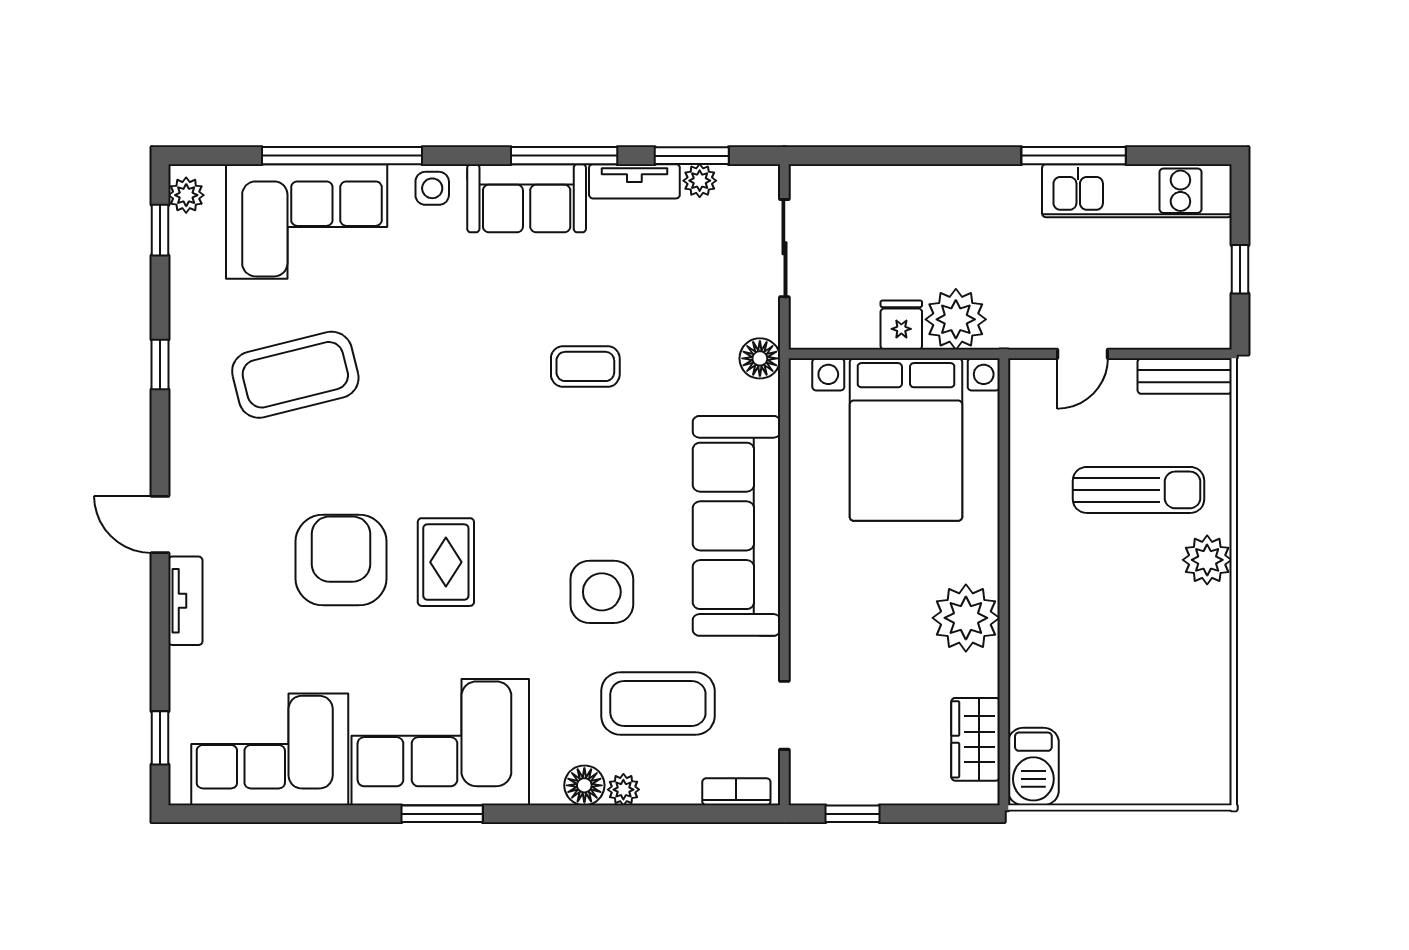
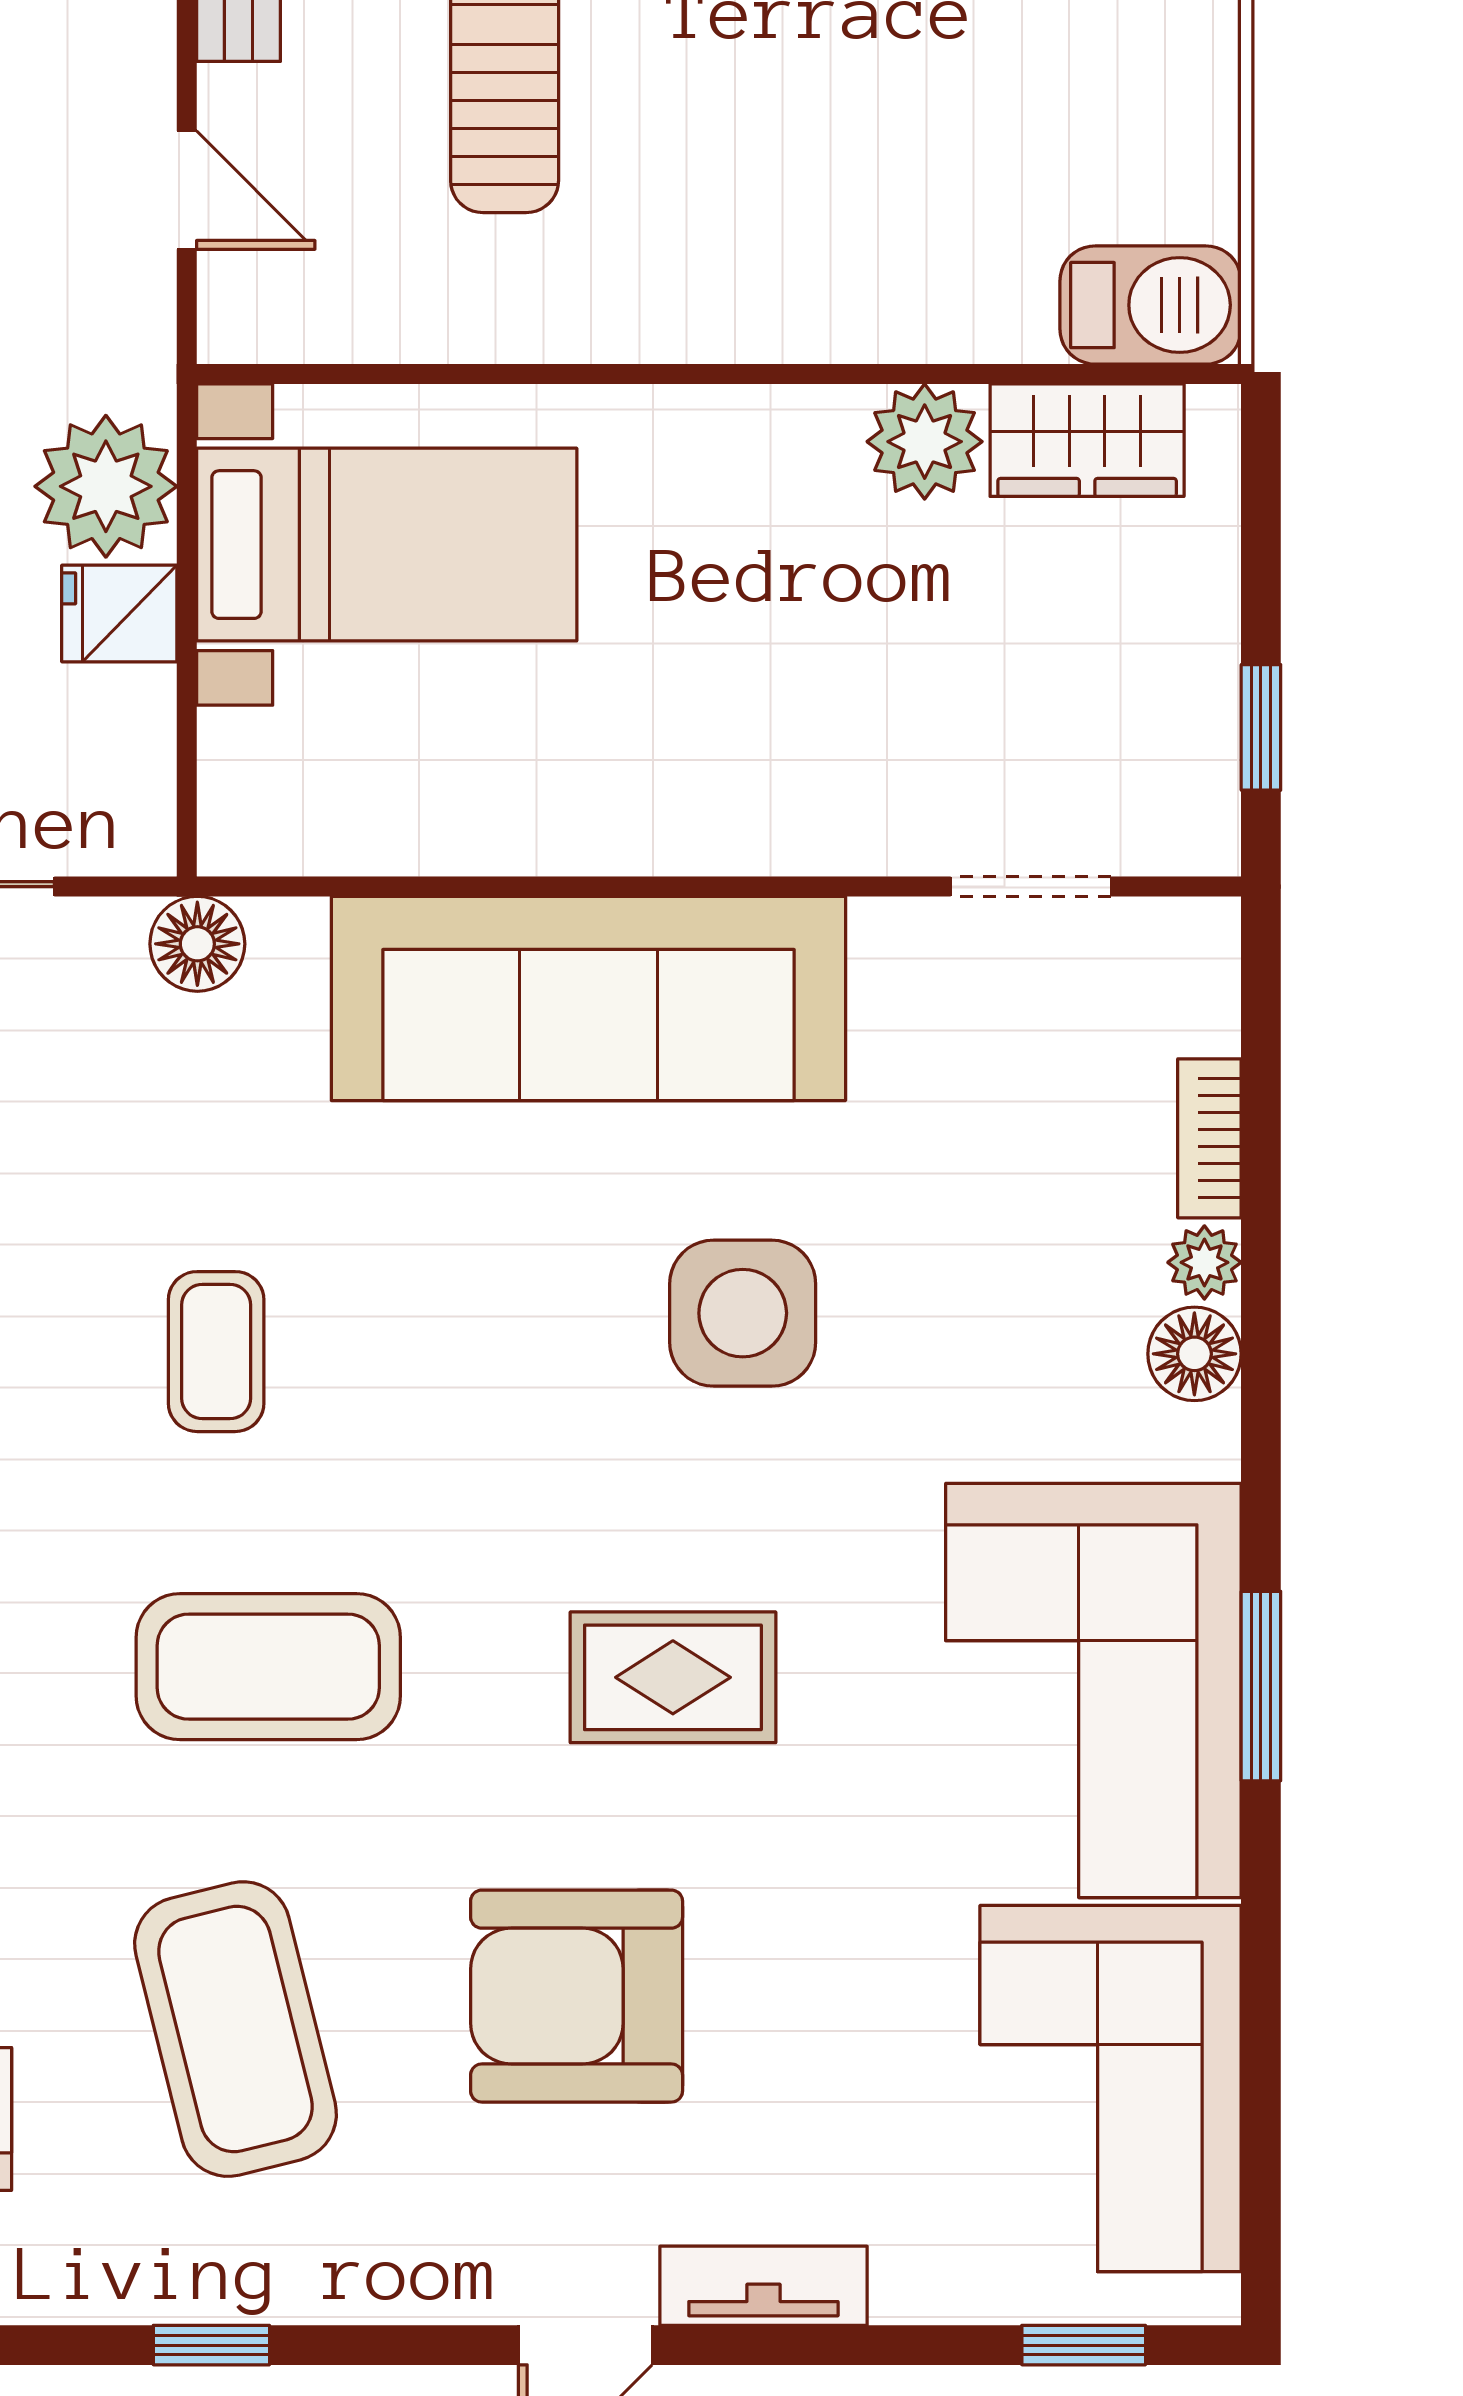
bed with nightstands: (906, 440) -> (387, 545), width x0.73
armchair: (341, 560) -> (577, 1996), moved
plant: (966, 618) -> (925, 442), moved, width x0.73, depth x0.73
coffee table: (658, 704) -> (268, 1667), moved, turned 90
bookcase: (736, 792) -> (1209, 1138), moved

